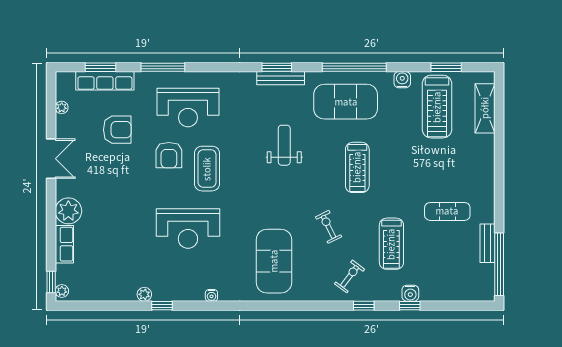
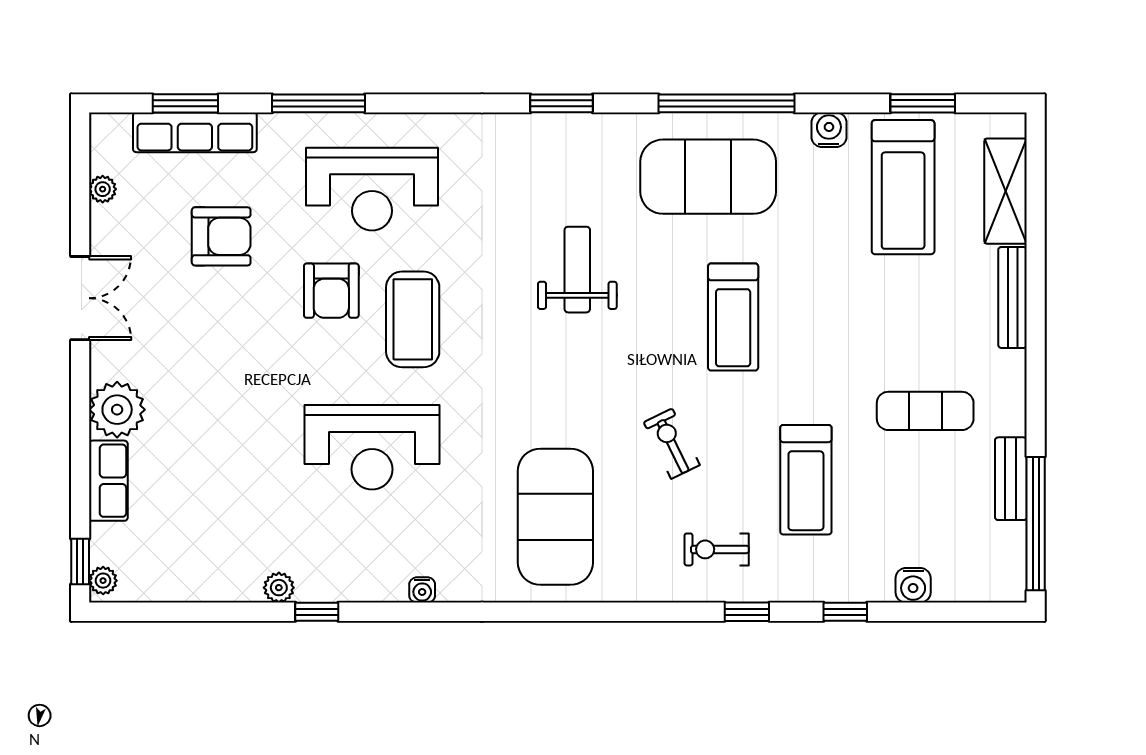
bench: (281, 78) -> (1013, 297), moved, turned 90
exercise bike: (350, 276) -> (717, 549), turned -127
water cooler: (410, 293) -> (913, 585), moved

